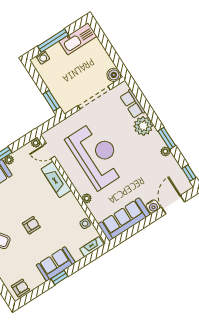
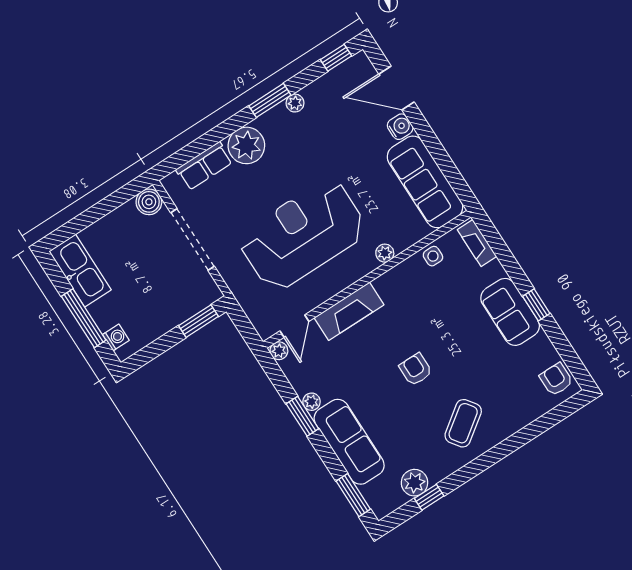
armchair: (31, 225) -> (416, 369), moved

